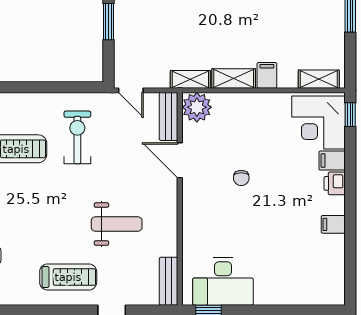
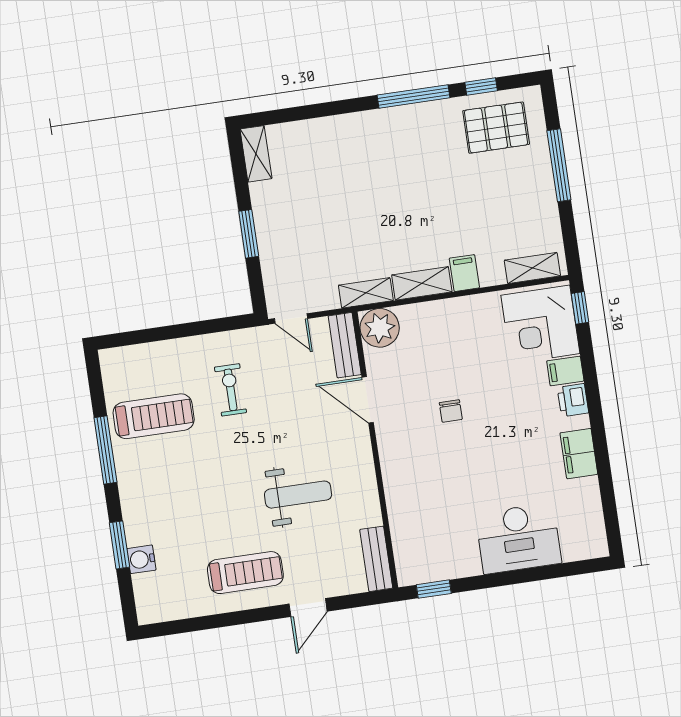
exercise bike: (77, 137) -> (231, 390), width x0.73, depth x0.72
filing cabinet: (333, 224) -> (579, 454), width x2.00
desk: (223, 282) -> (518, 538), moved

